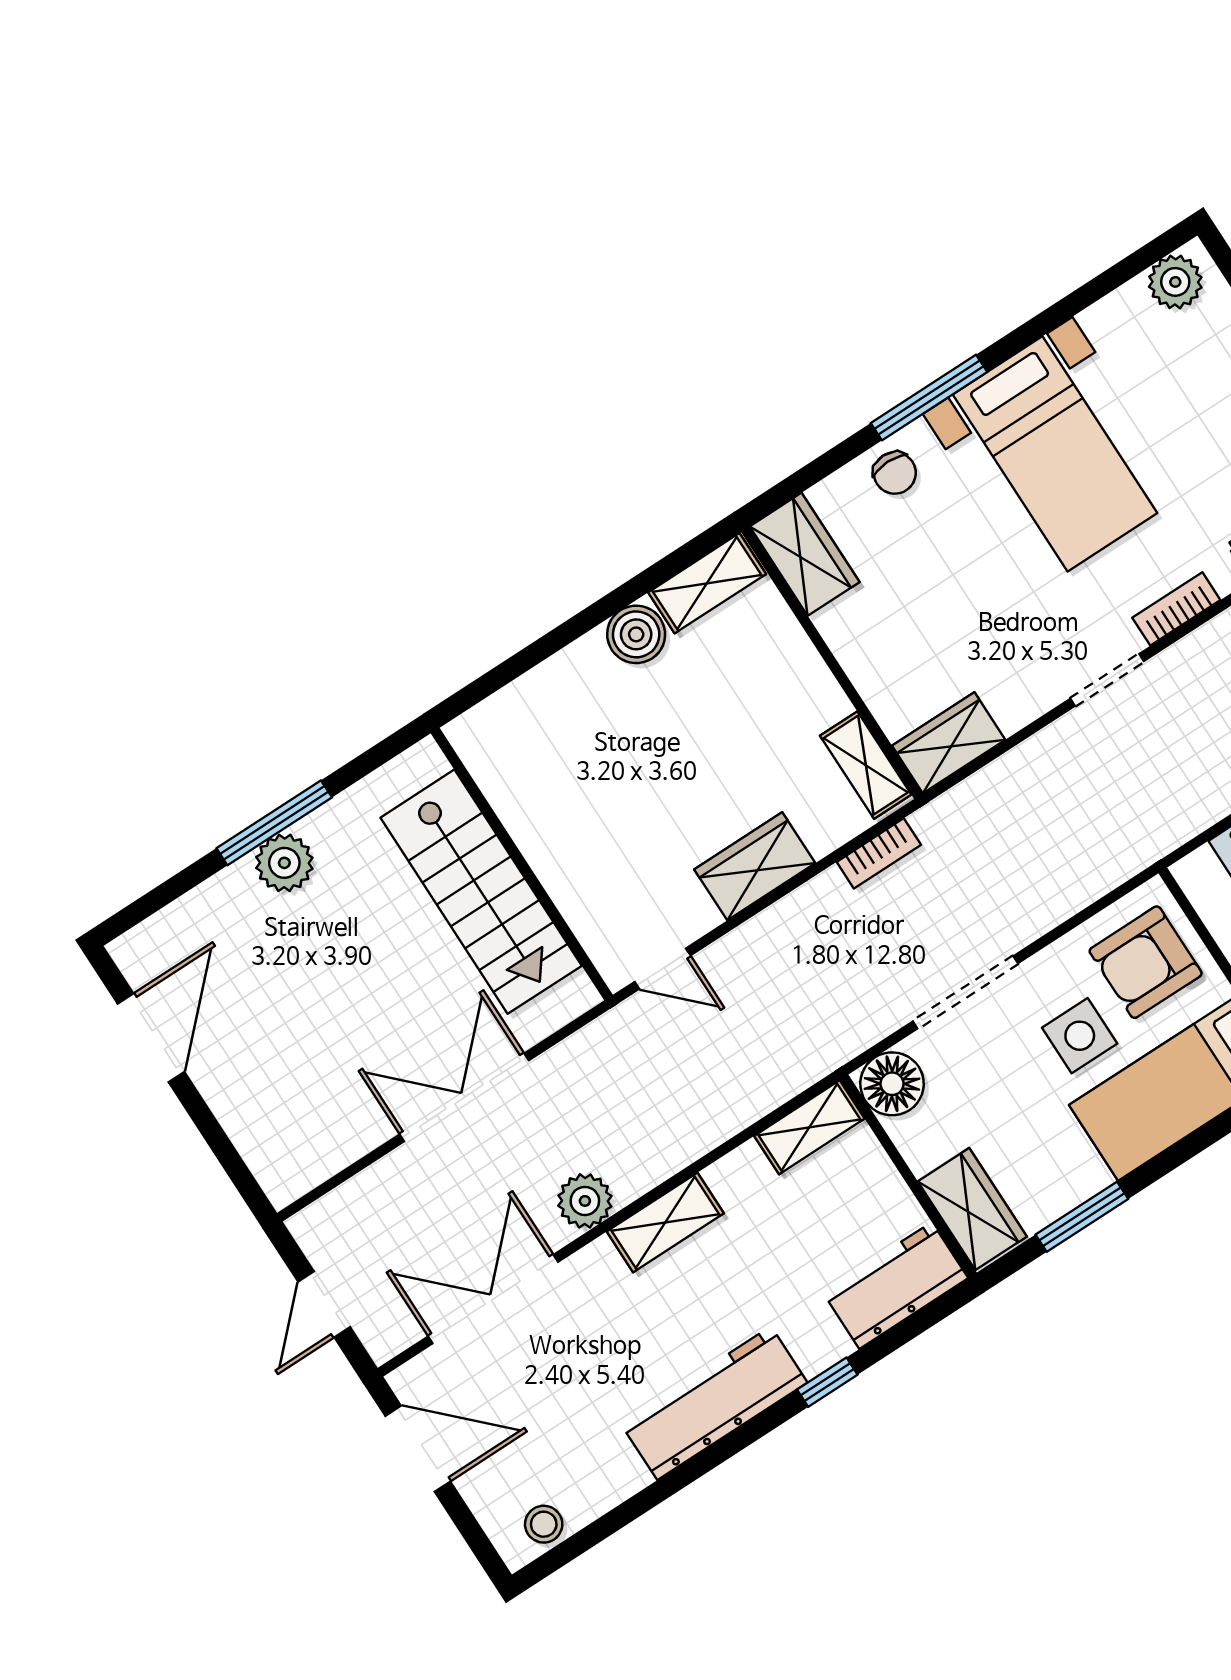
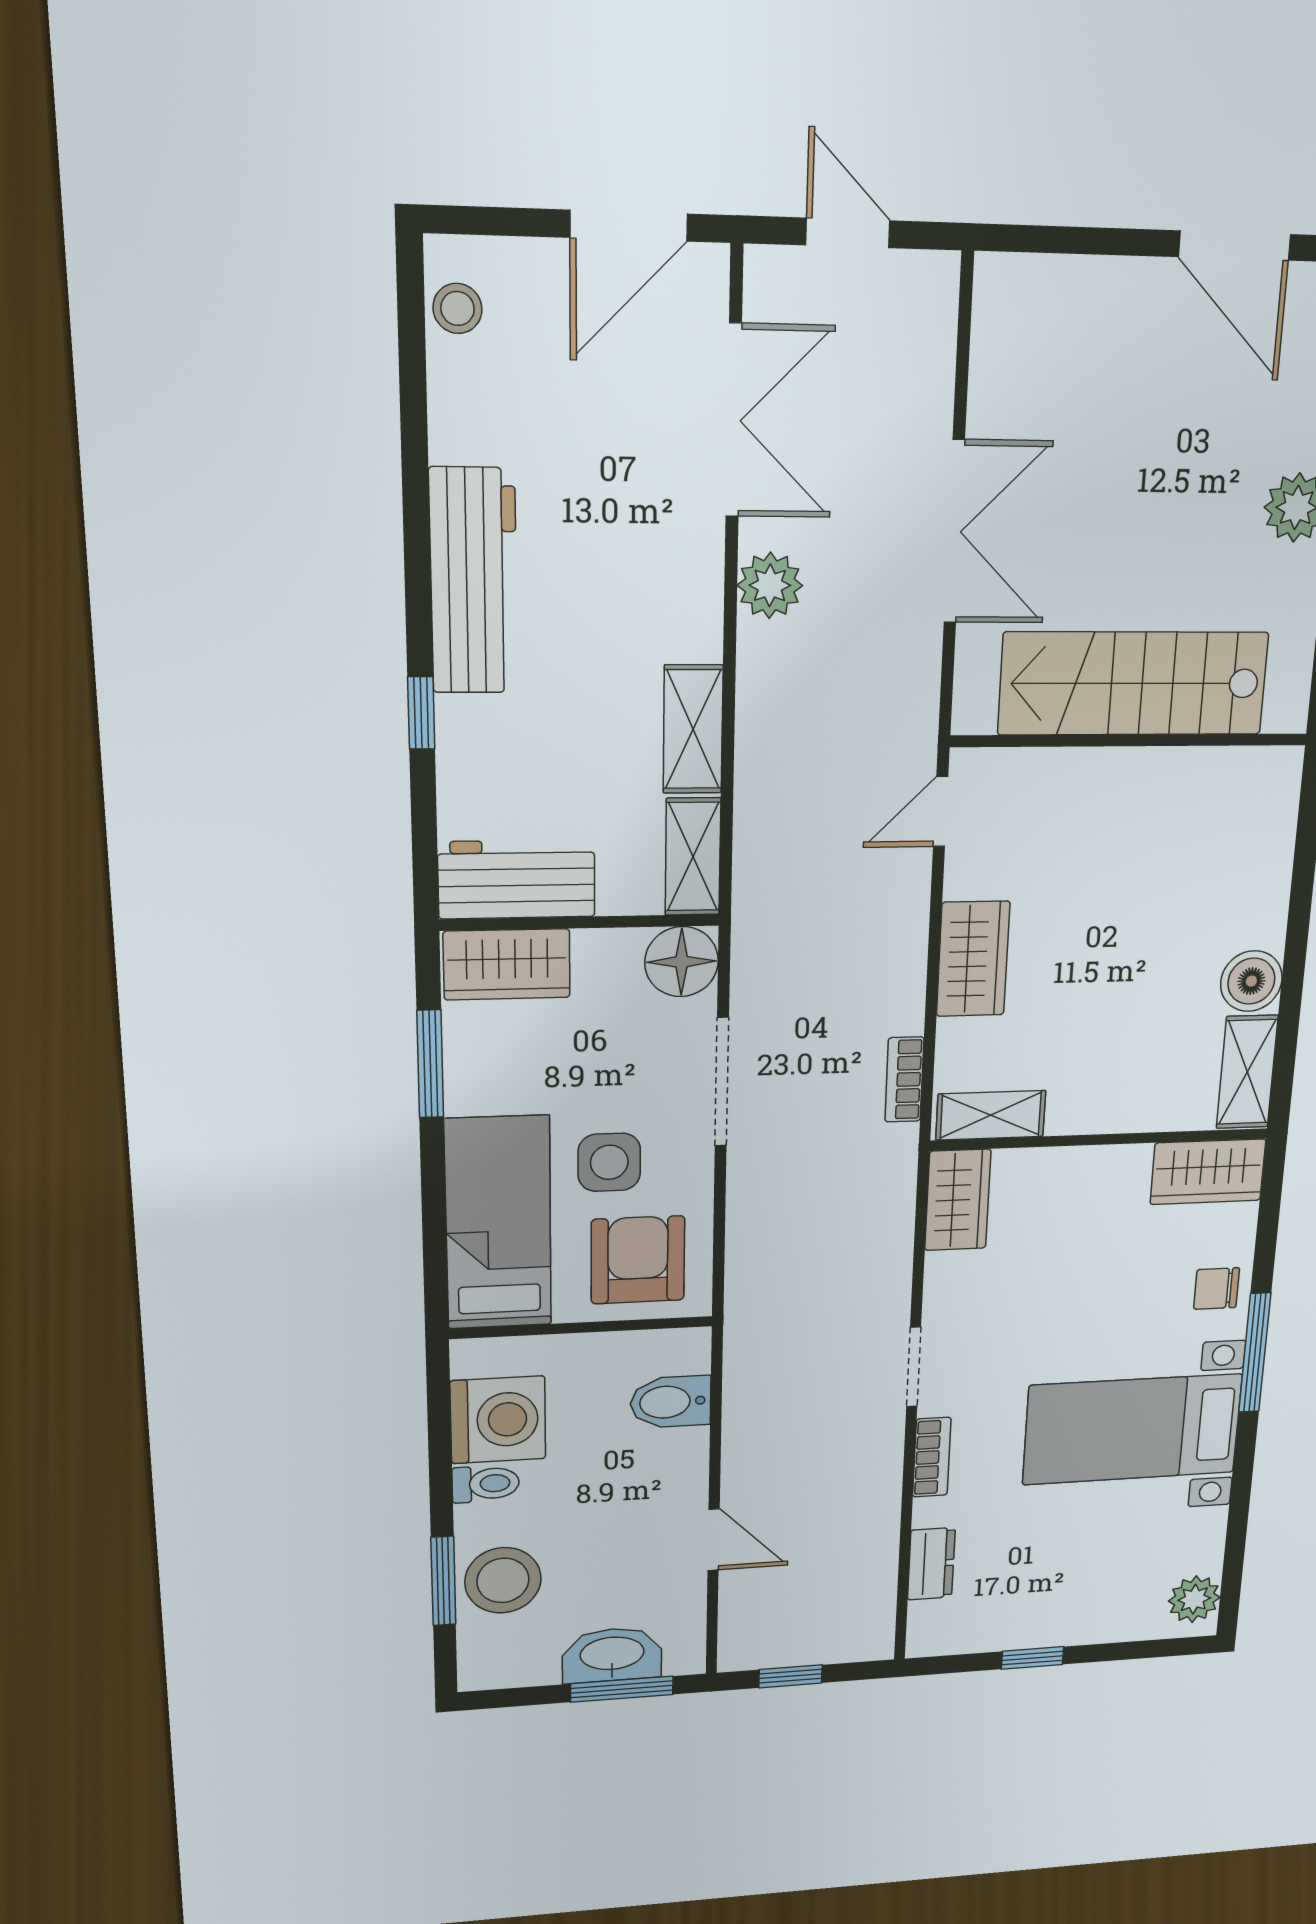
shelving: (665, 1222) -> (693, 729), moved
workbench: (896, 1285) -> (517, 879), moved, turned -90

